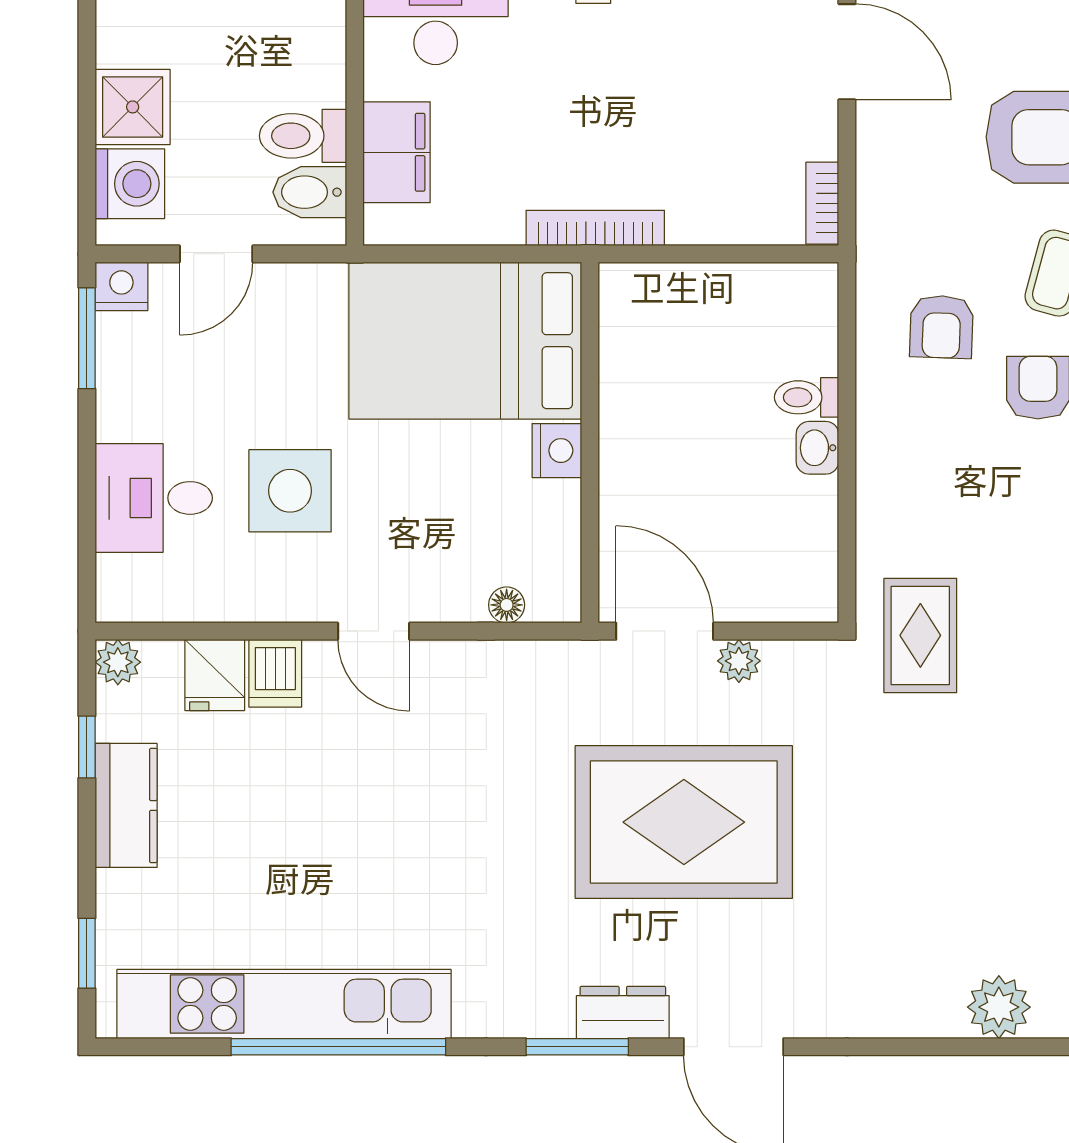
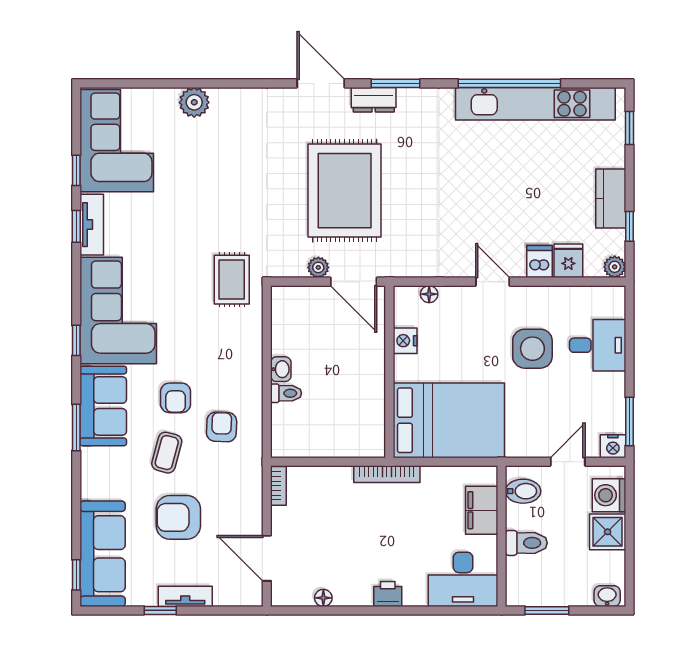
toilet: (303, 136) -> (526, 543), moved
nightstand: (557, 451) -> (405, 341), moved
rug: (684, 822) -> (345, 191), turned 90

